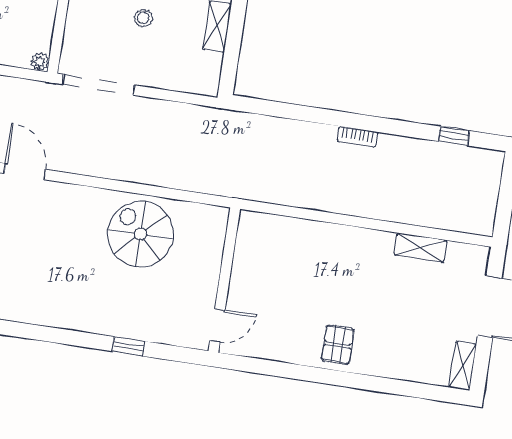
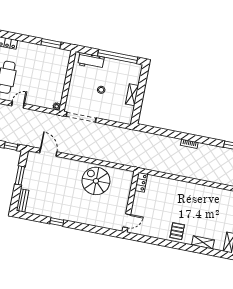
locker: (248, 233) -> (141, 182), added
shelving: (420, 248) -> (203, 242), moved
window: (128, 346) -> (57, 222), moved

